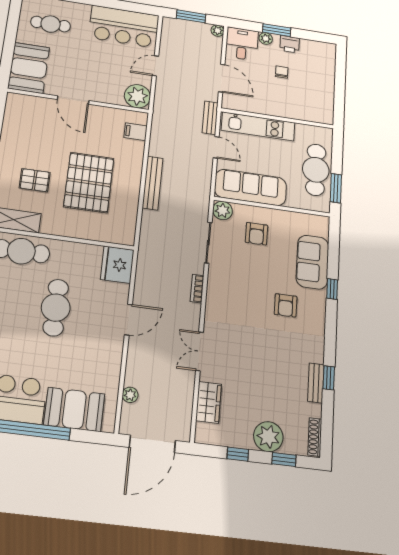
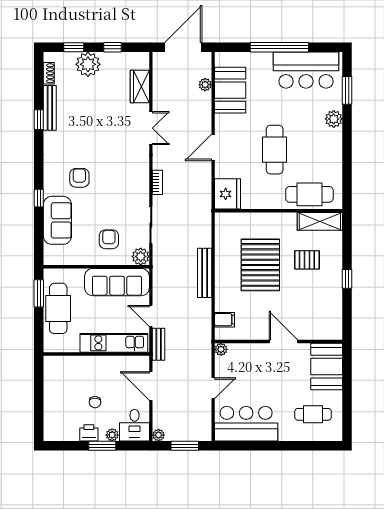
plant: (137, 96) -> (221, 349), width x0.53, depth x0.53
bench: (316, 383) -> (50, 108), width x1.36
booth: (74, 409) -> (230, 90), moved, turned 90
shoe rack: (315, 437) -> (49, 73), width x0.70

